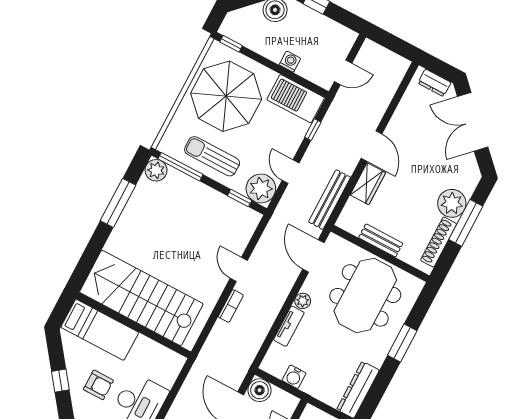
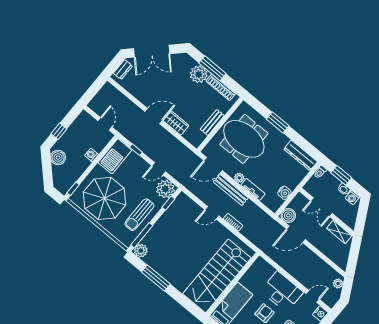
bench: (330, 200) -> (231, 190), moved

